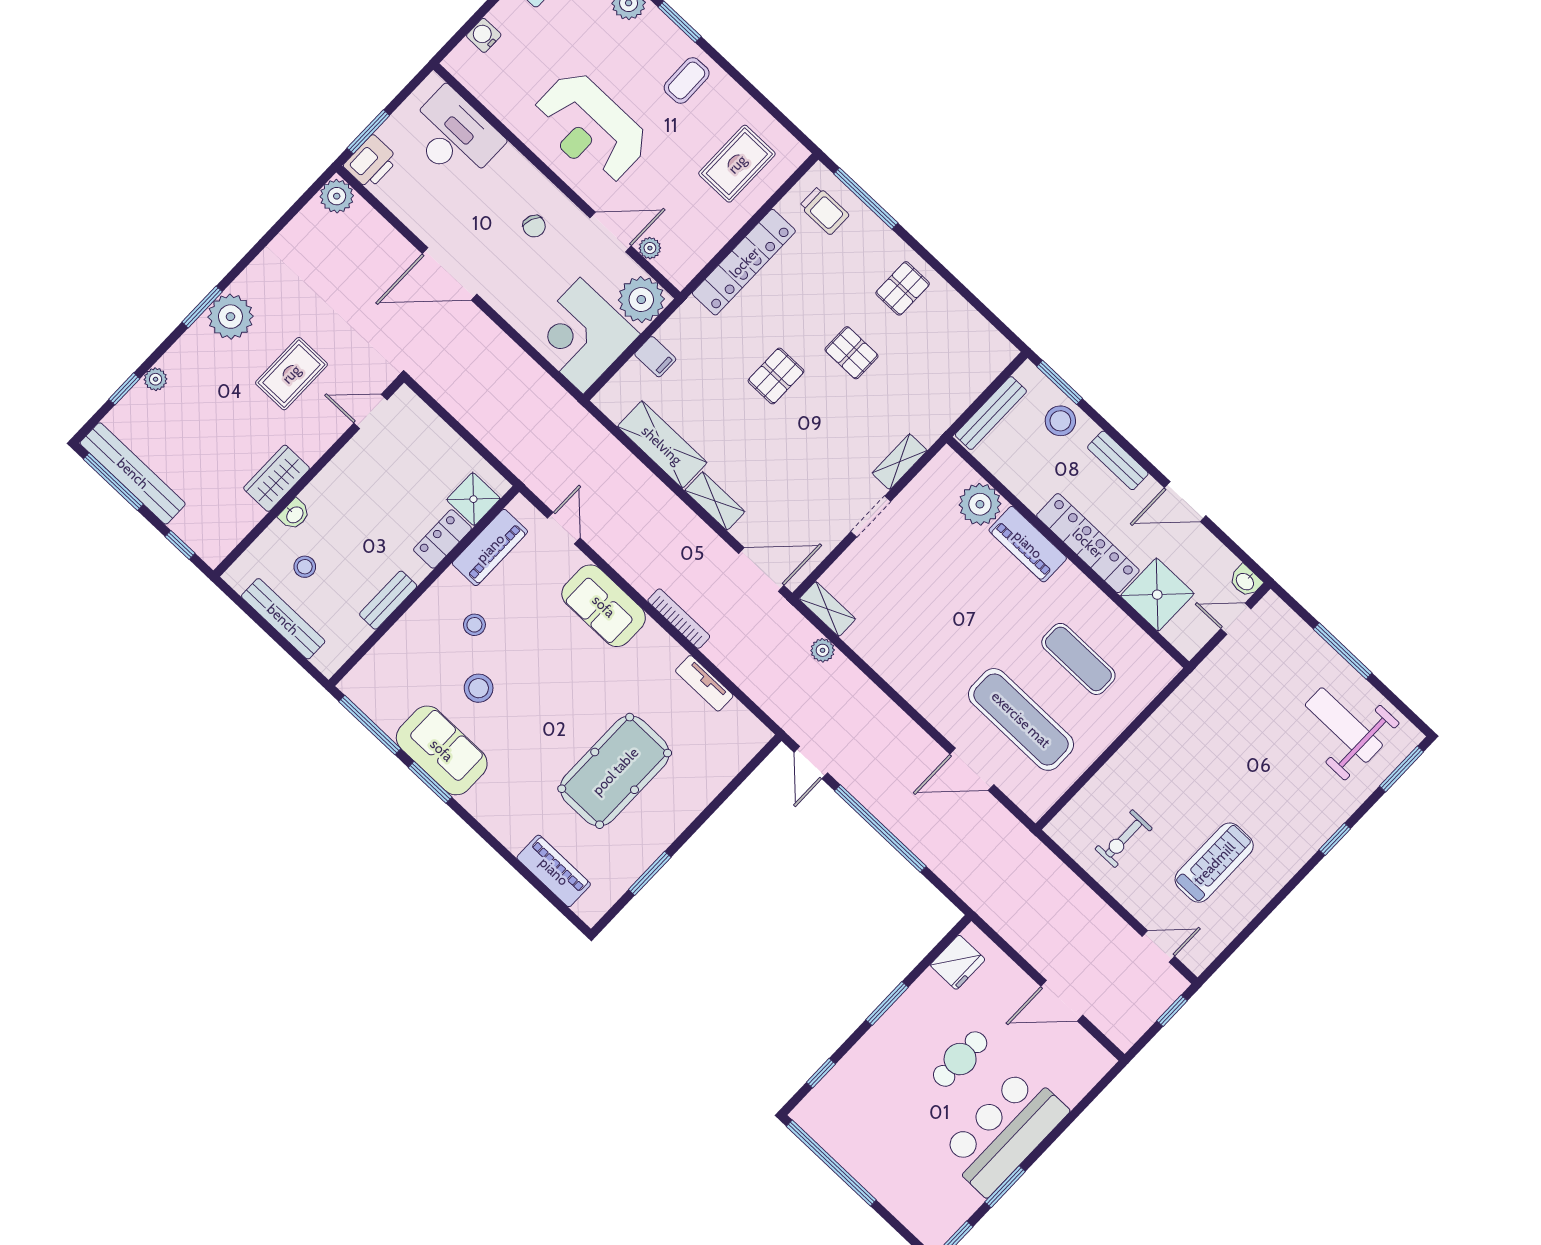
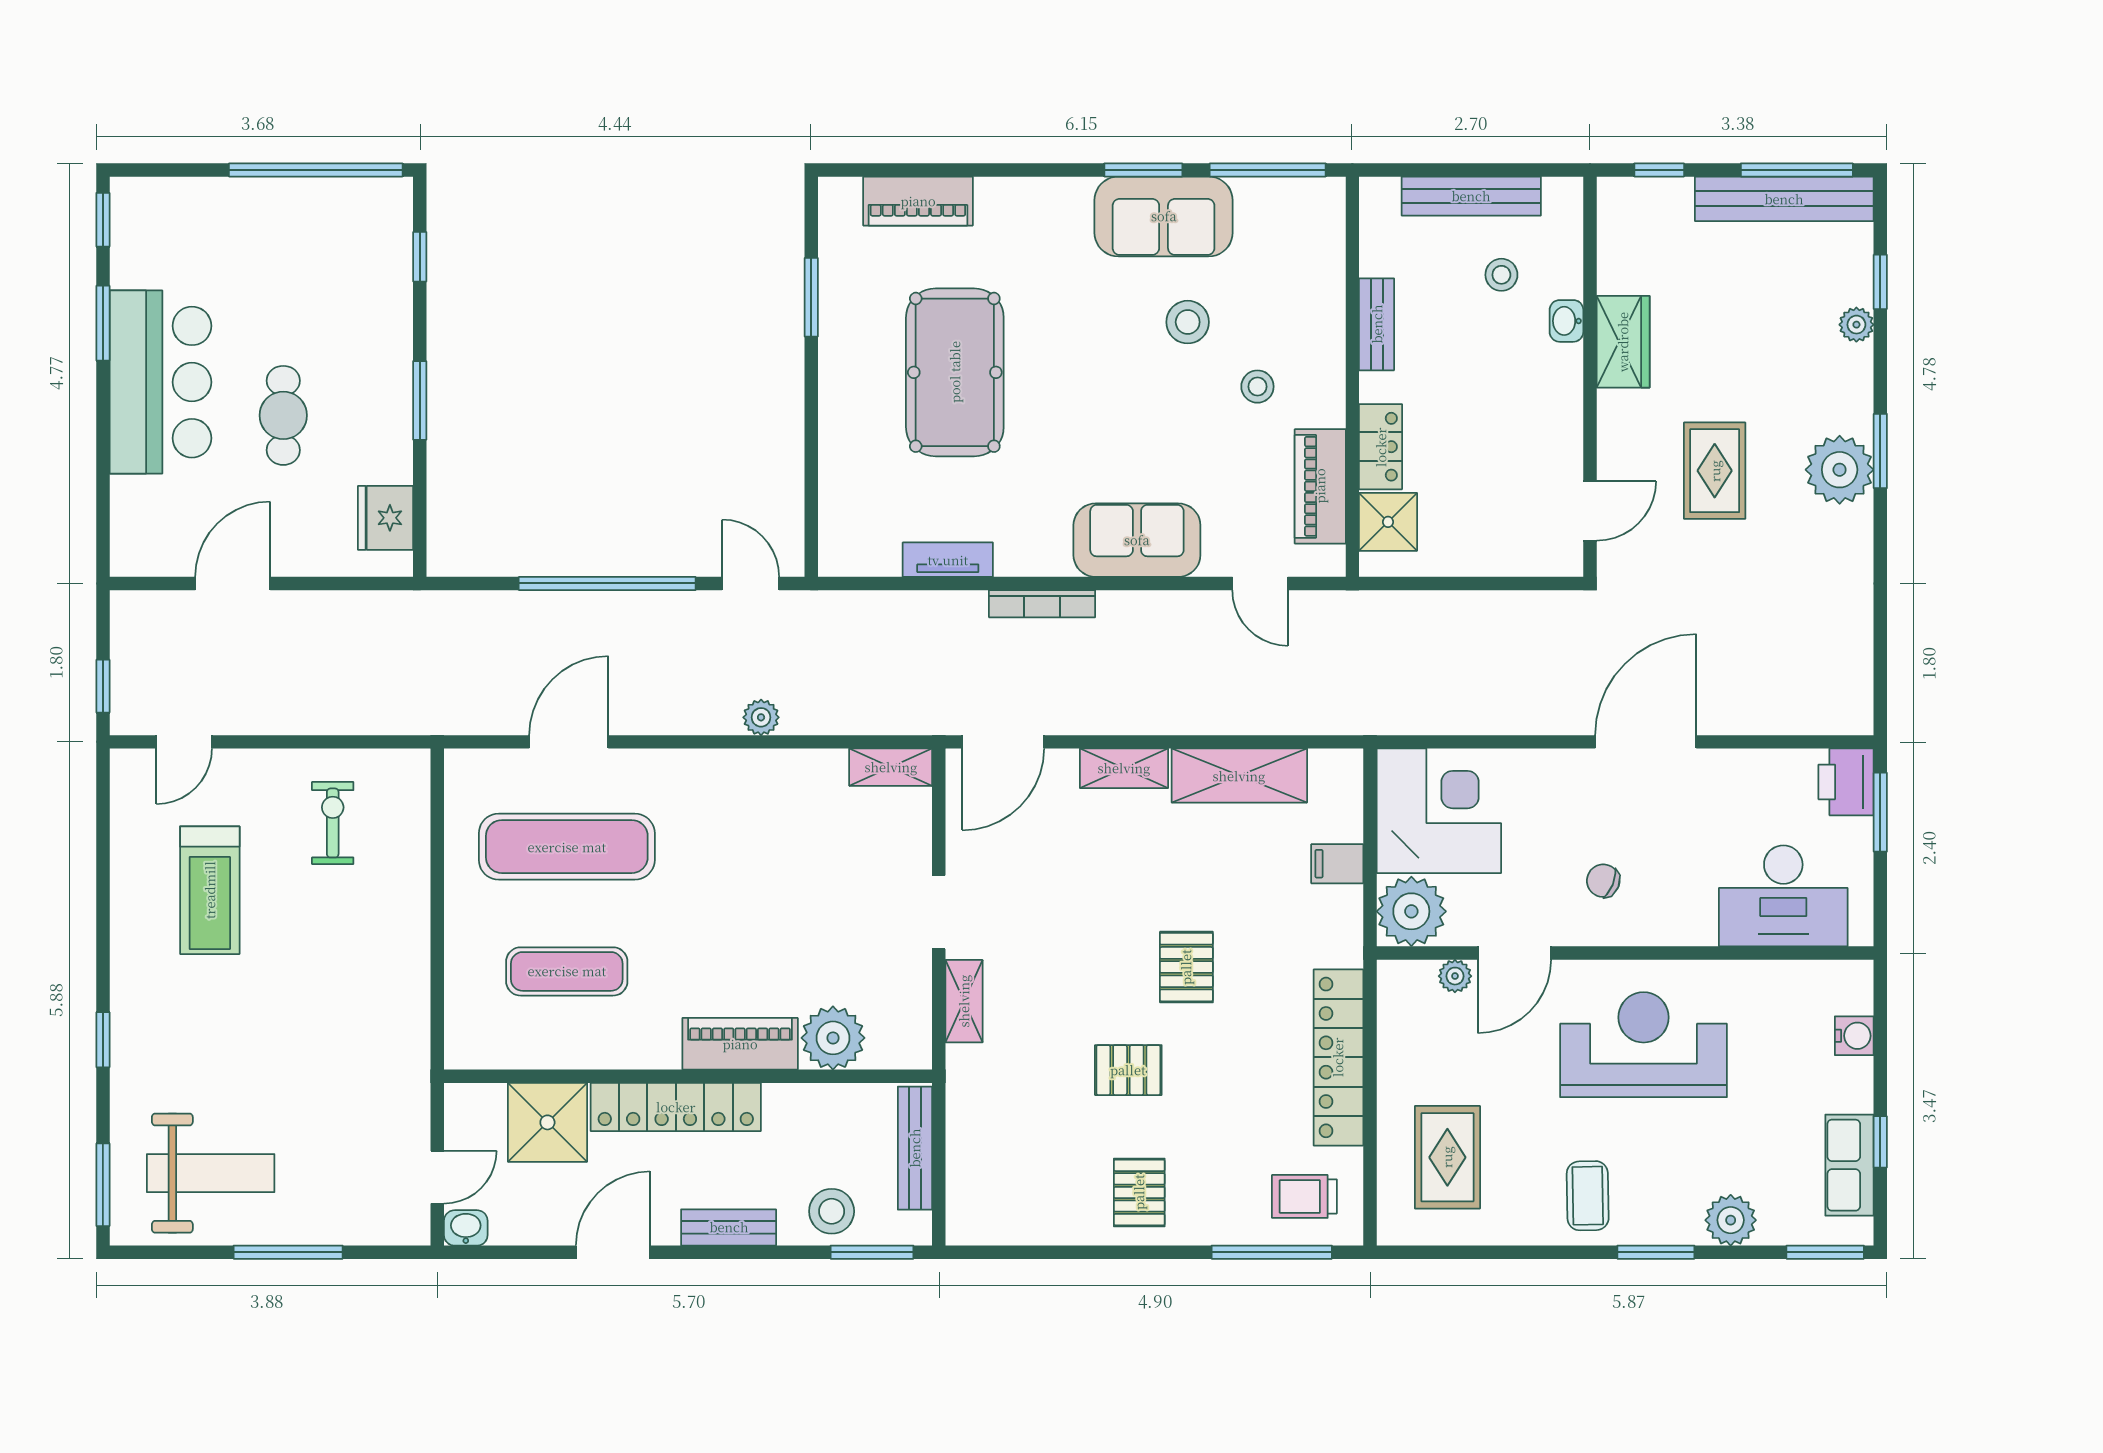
plant: (337, 196) -> (1848, 710), removed
plant: (823, 650) -> (761, 717), moved

